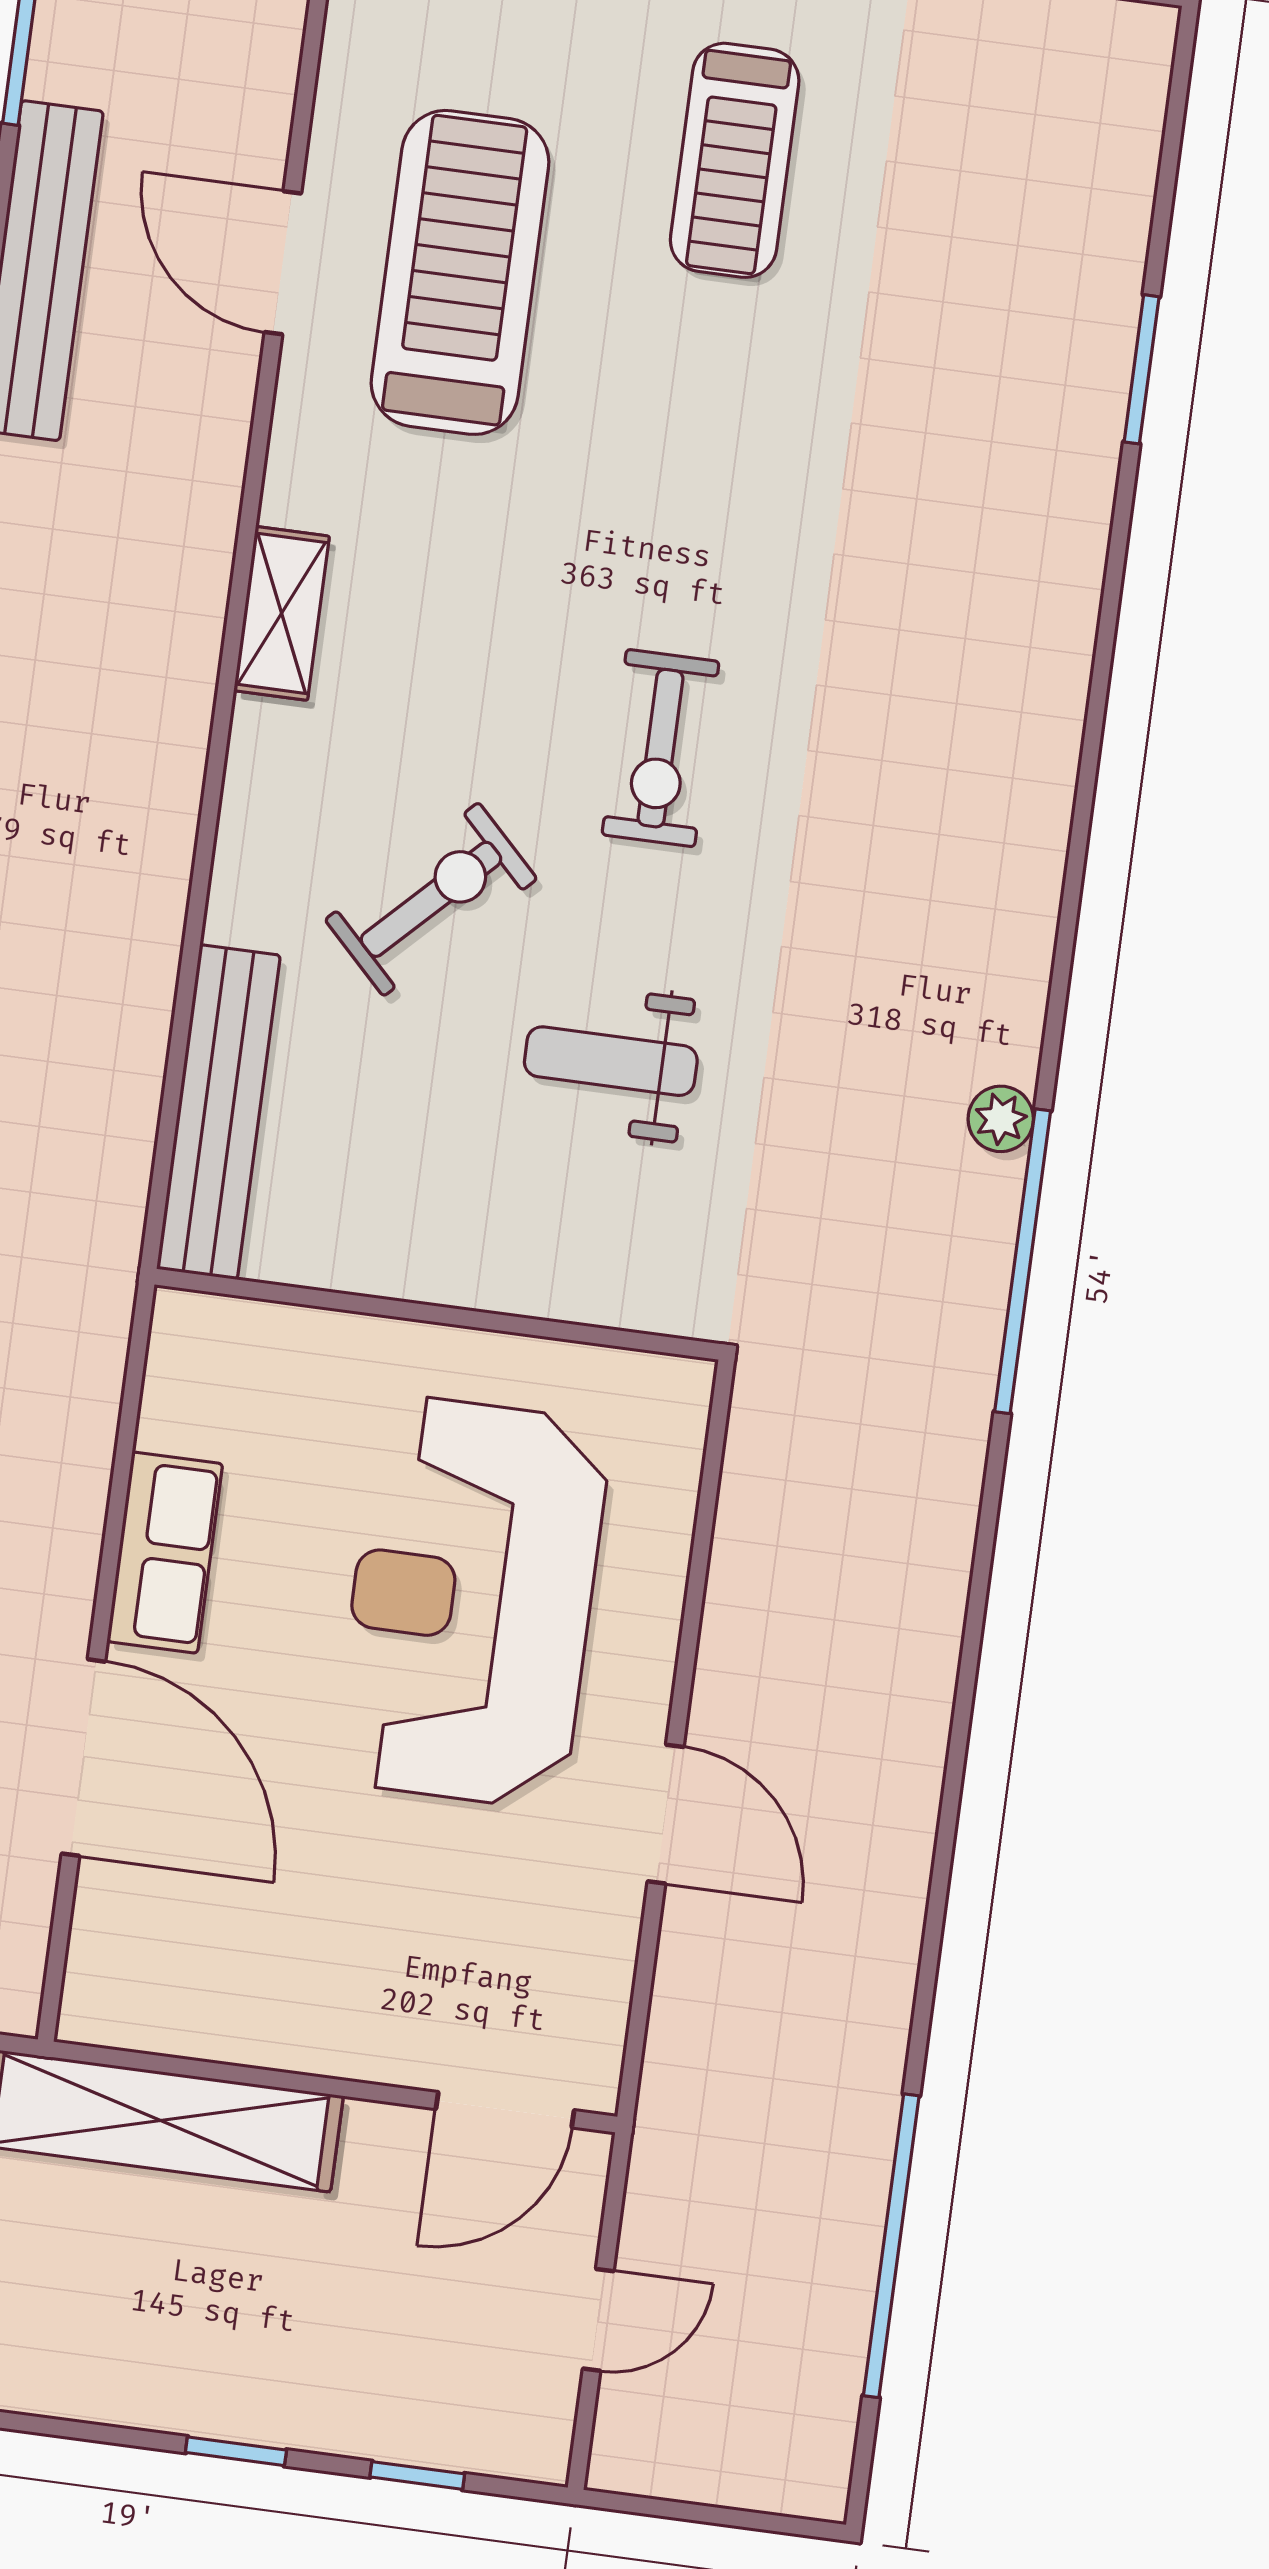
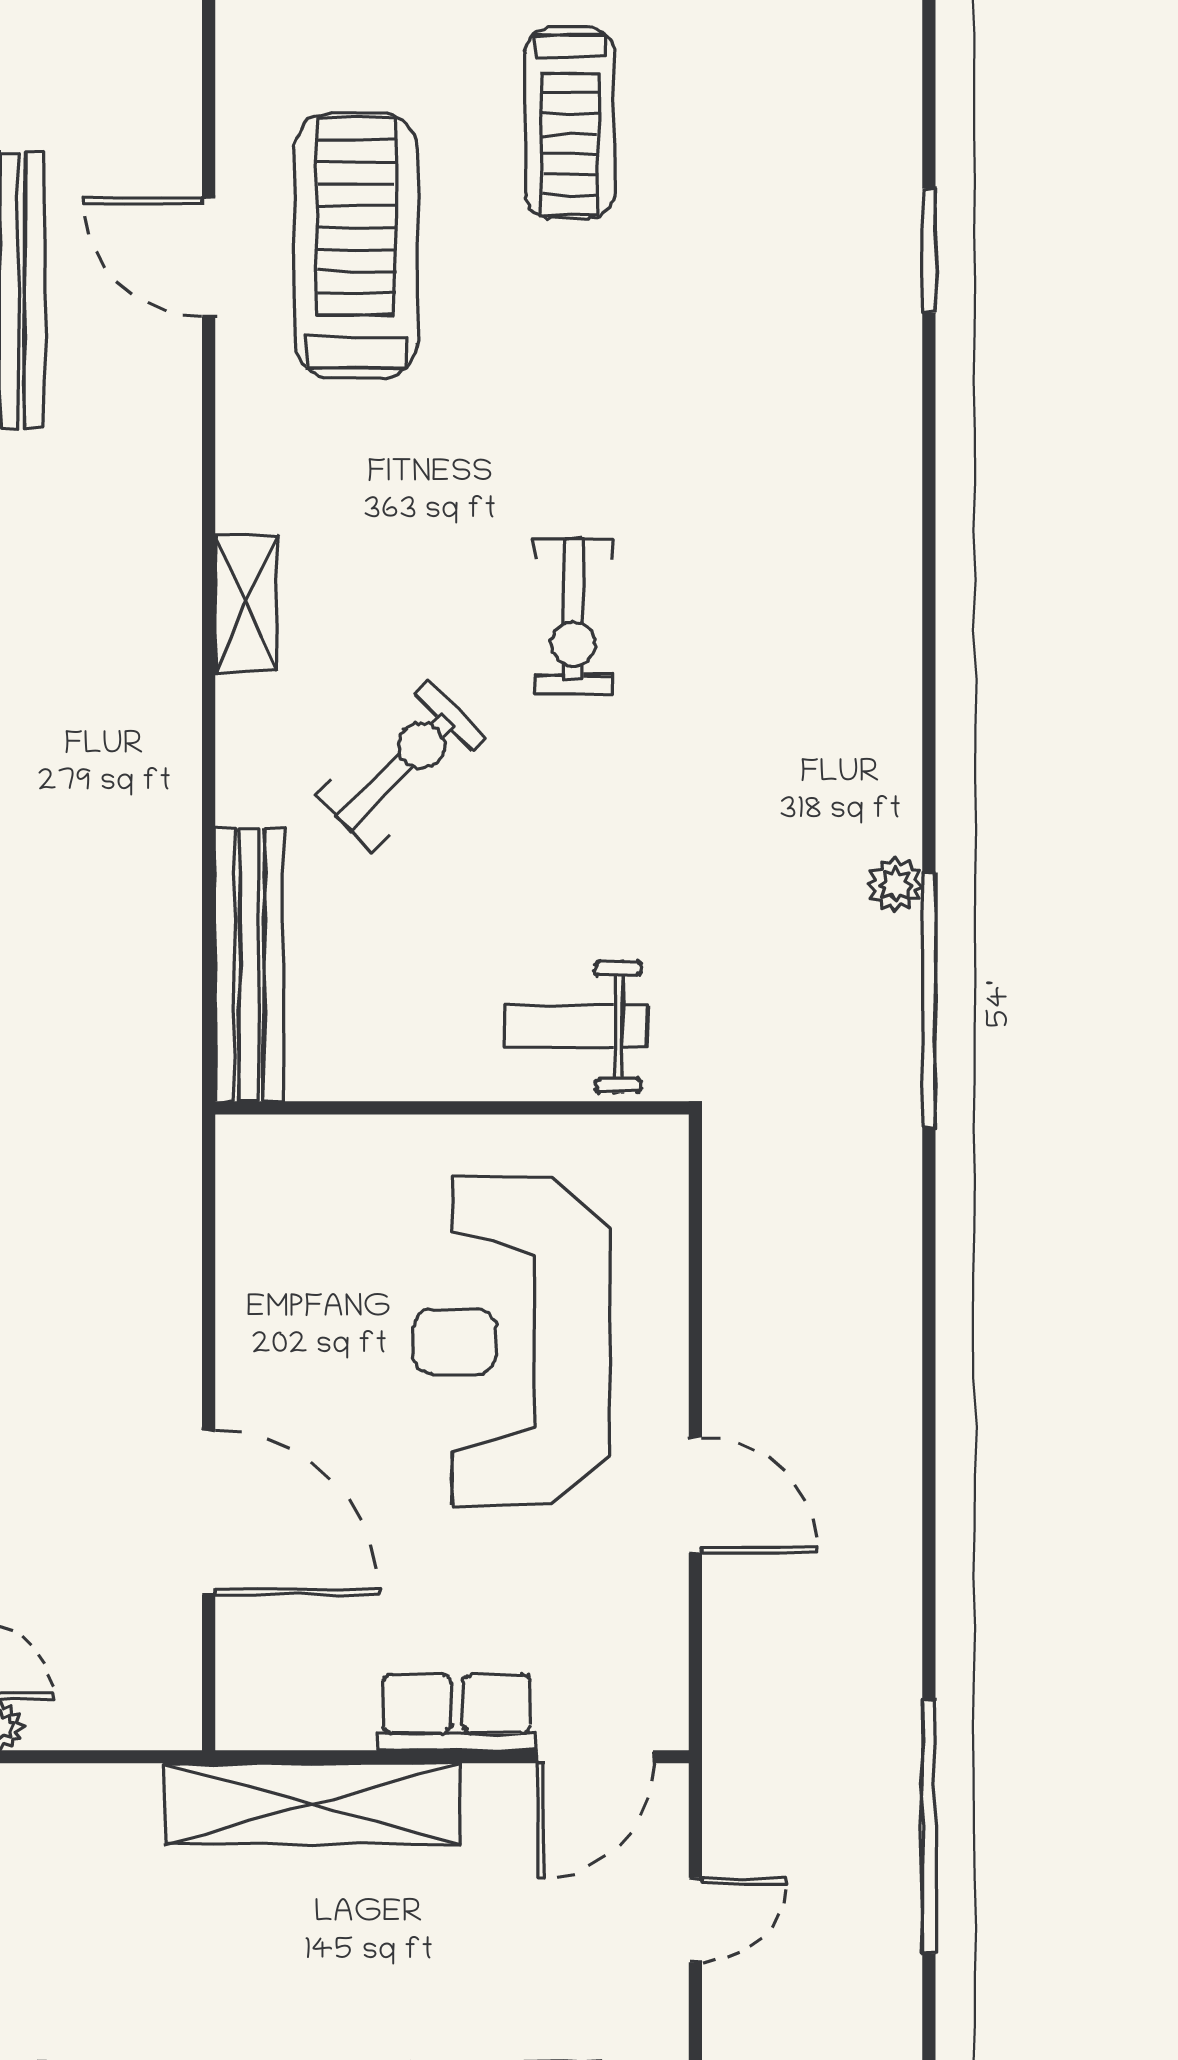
shelving: (282, 613) -> (246, 603), moved
weight bench: (611, 1061) -> (575, 1027), moved
row of seats: (165, 1553) -> (457, 1712), moved, turned -90

